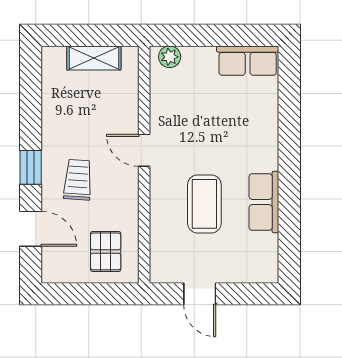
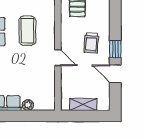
plant: (170, 57) -> (28, 105), moved
door: (31, 229) -> (115, 74), moved

